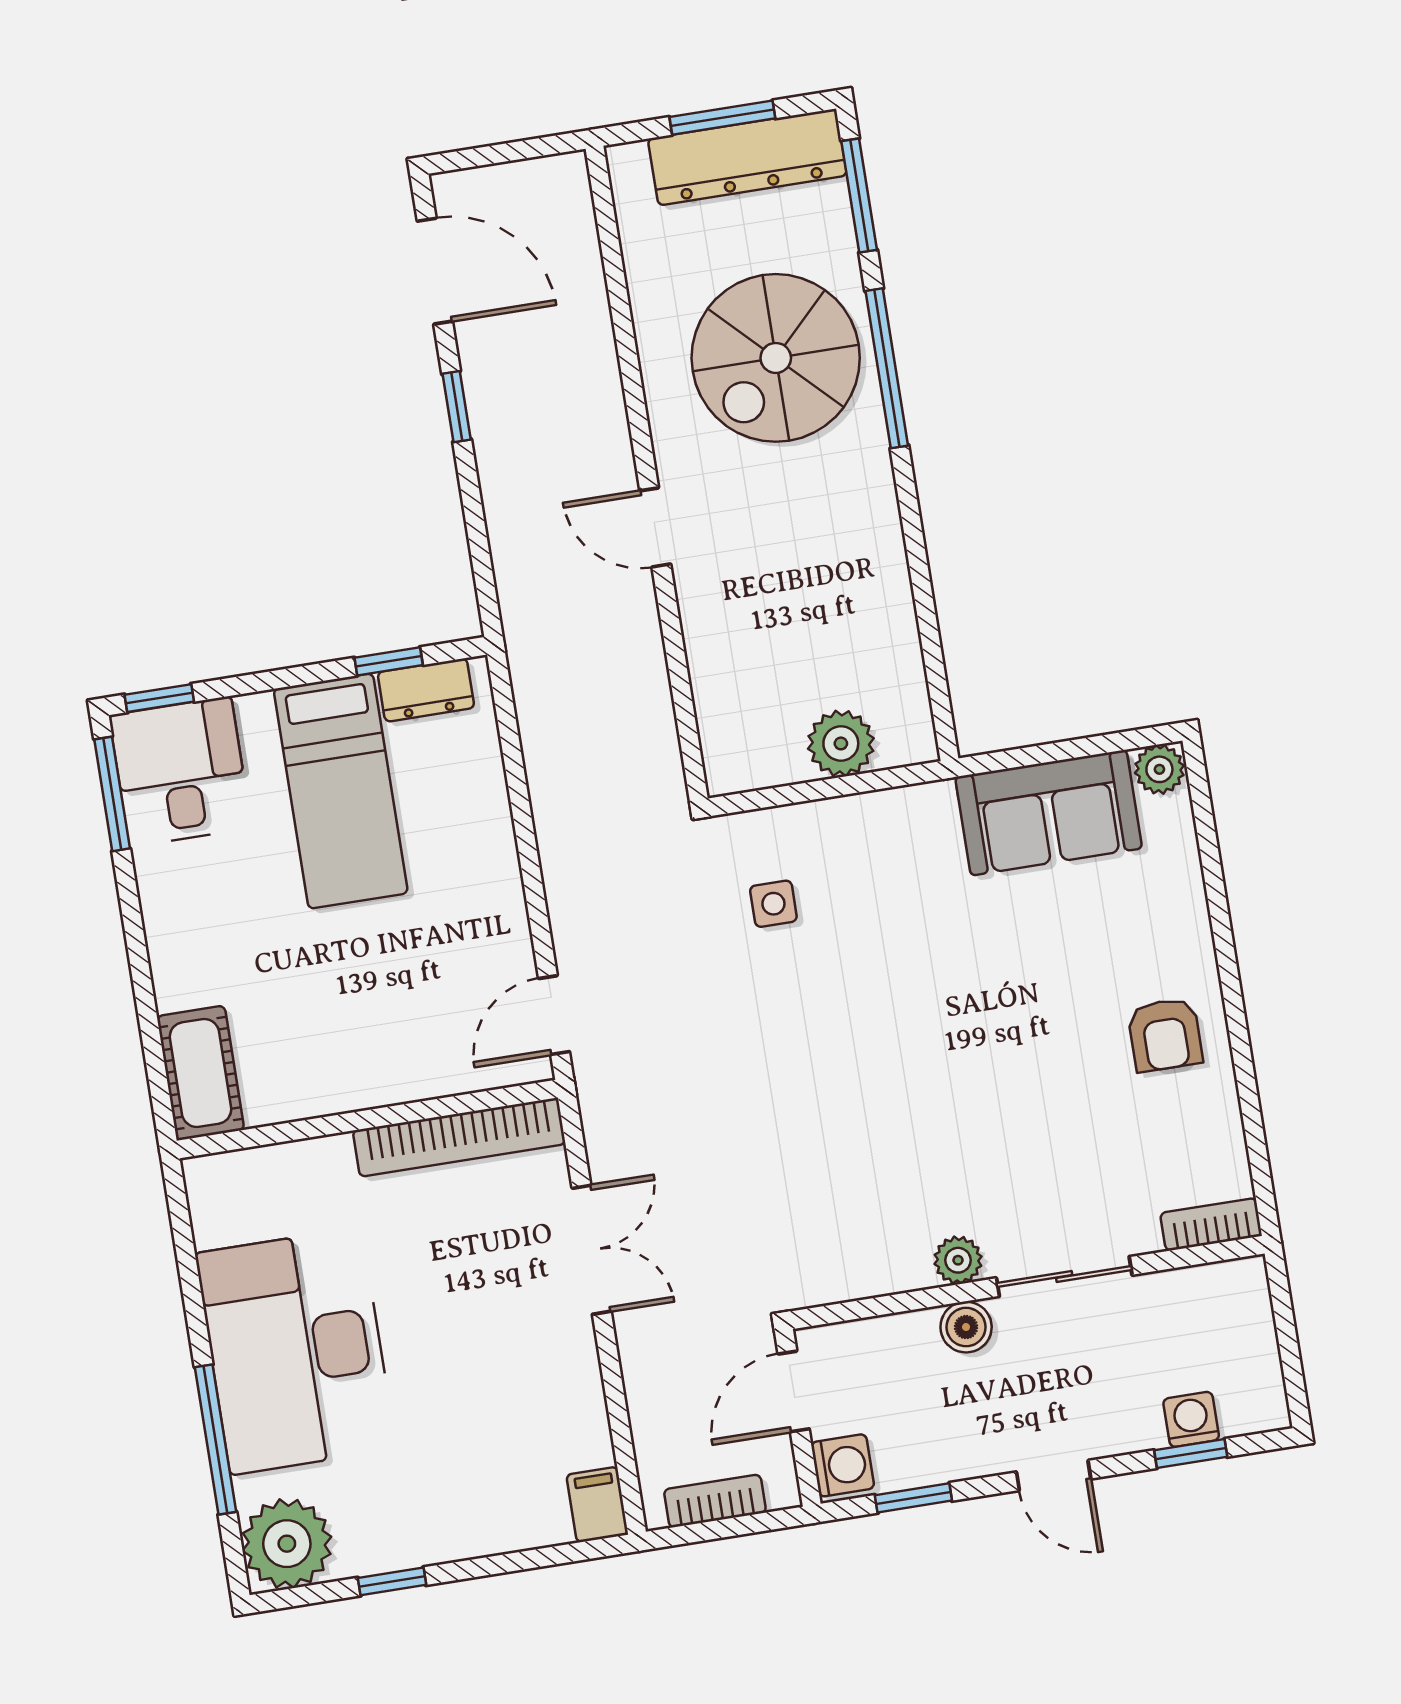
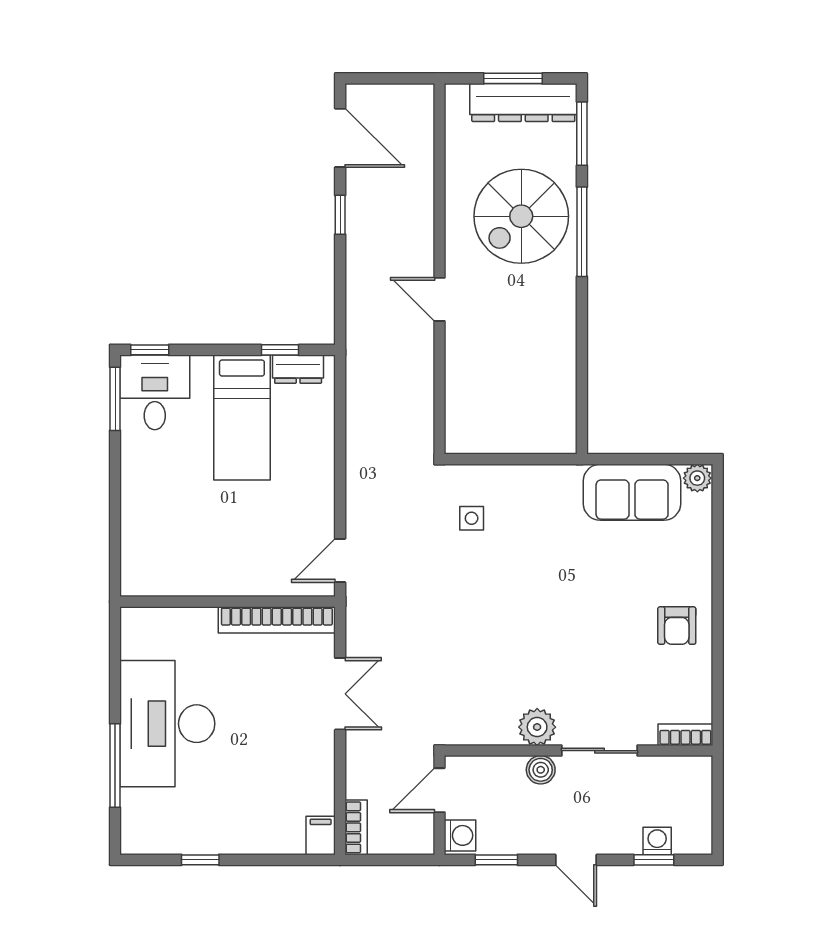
plant: (841, 743) -> (523, 436), removed
cot: (200, 1073) -> (139, 561), removed
plant: (958, 1260) -> (537, 727), width x1.38, depth x1.38
bookcase: (715, 1501) -> (356, 827), moved, turned 90
plant: (287, 1544) -> (145, 830), removed

